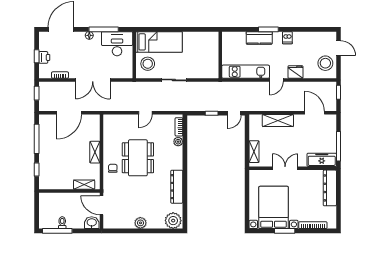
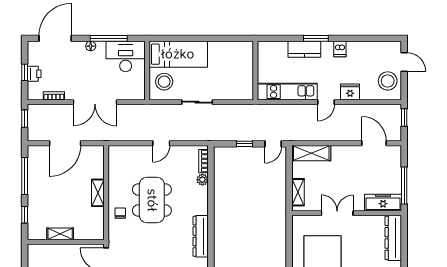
shelving: (278, 121) -> (311, 153), moved
shelving: (84, 185) -> (60, 234), moved

